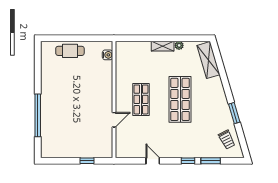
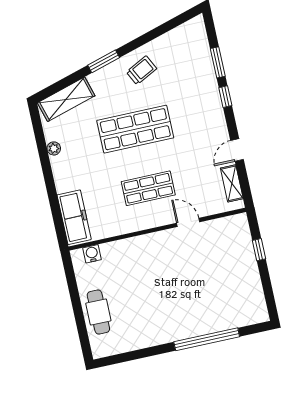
shelving: (163, 46) -> (232, 183), moved
freezer: (133, 49) -> (74, 217), added
window: (234, 113) -> (104, 61), moved
trolley: (227, 140) -> (141, 70), moved

